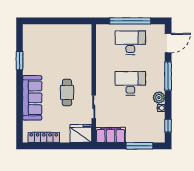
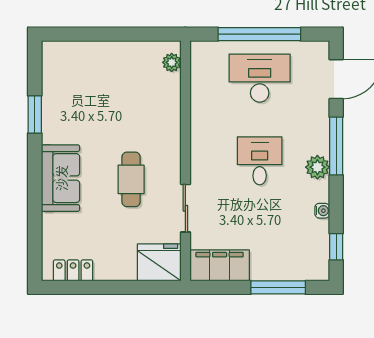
plant: (87, 35) -> (172, 62), added
desk: (130, 83) -> (260, 161), width x0.73
sofa: (32, 98) -> (61, 178), width x0.73
plant: (159, 98) -> (317, 167), moved
locker: (44, 137) -> (73, 270), width x0.66

